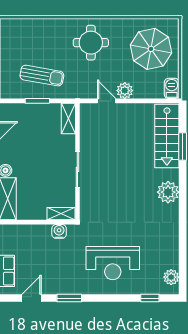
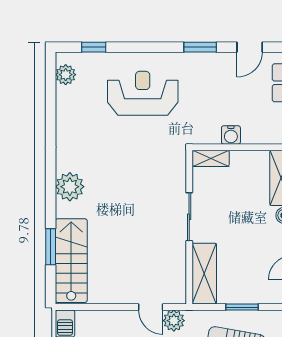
plant: (125, 91) -> (174, 321), moved
shelving: (68, 118) -> (204, 274), width x1.50, depth x1.33
water cooler: (59, 231) -> (231, 135), moved

